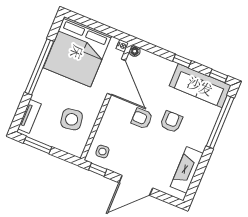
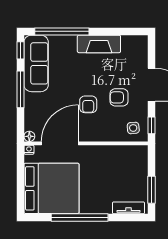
window: (182, 61) -> (20, 89), width x2.17
side table: (72, 119) -> (115, 168), removed
armchair: (171, 122) -> (119, 97), moved
fireplace: (187, 170) -> (99, 44), moved

